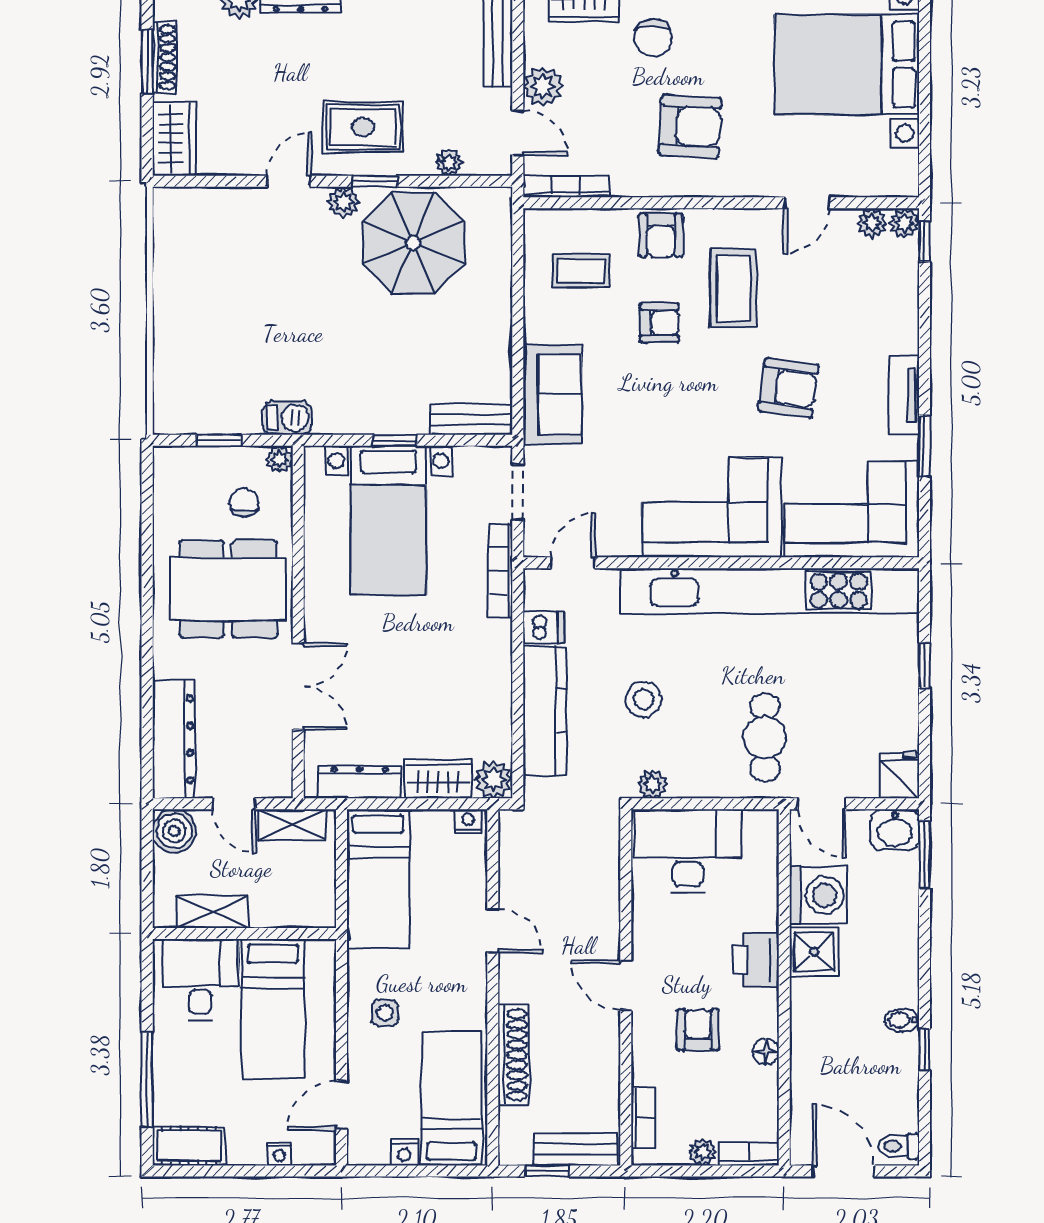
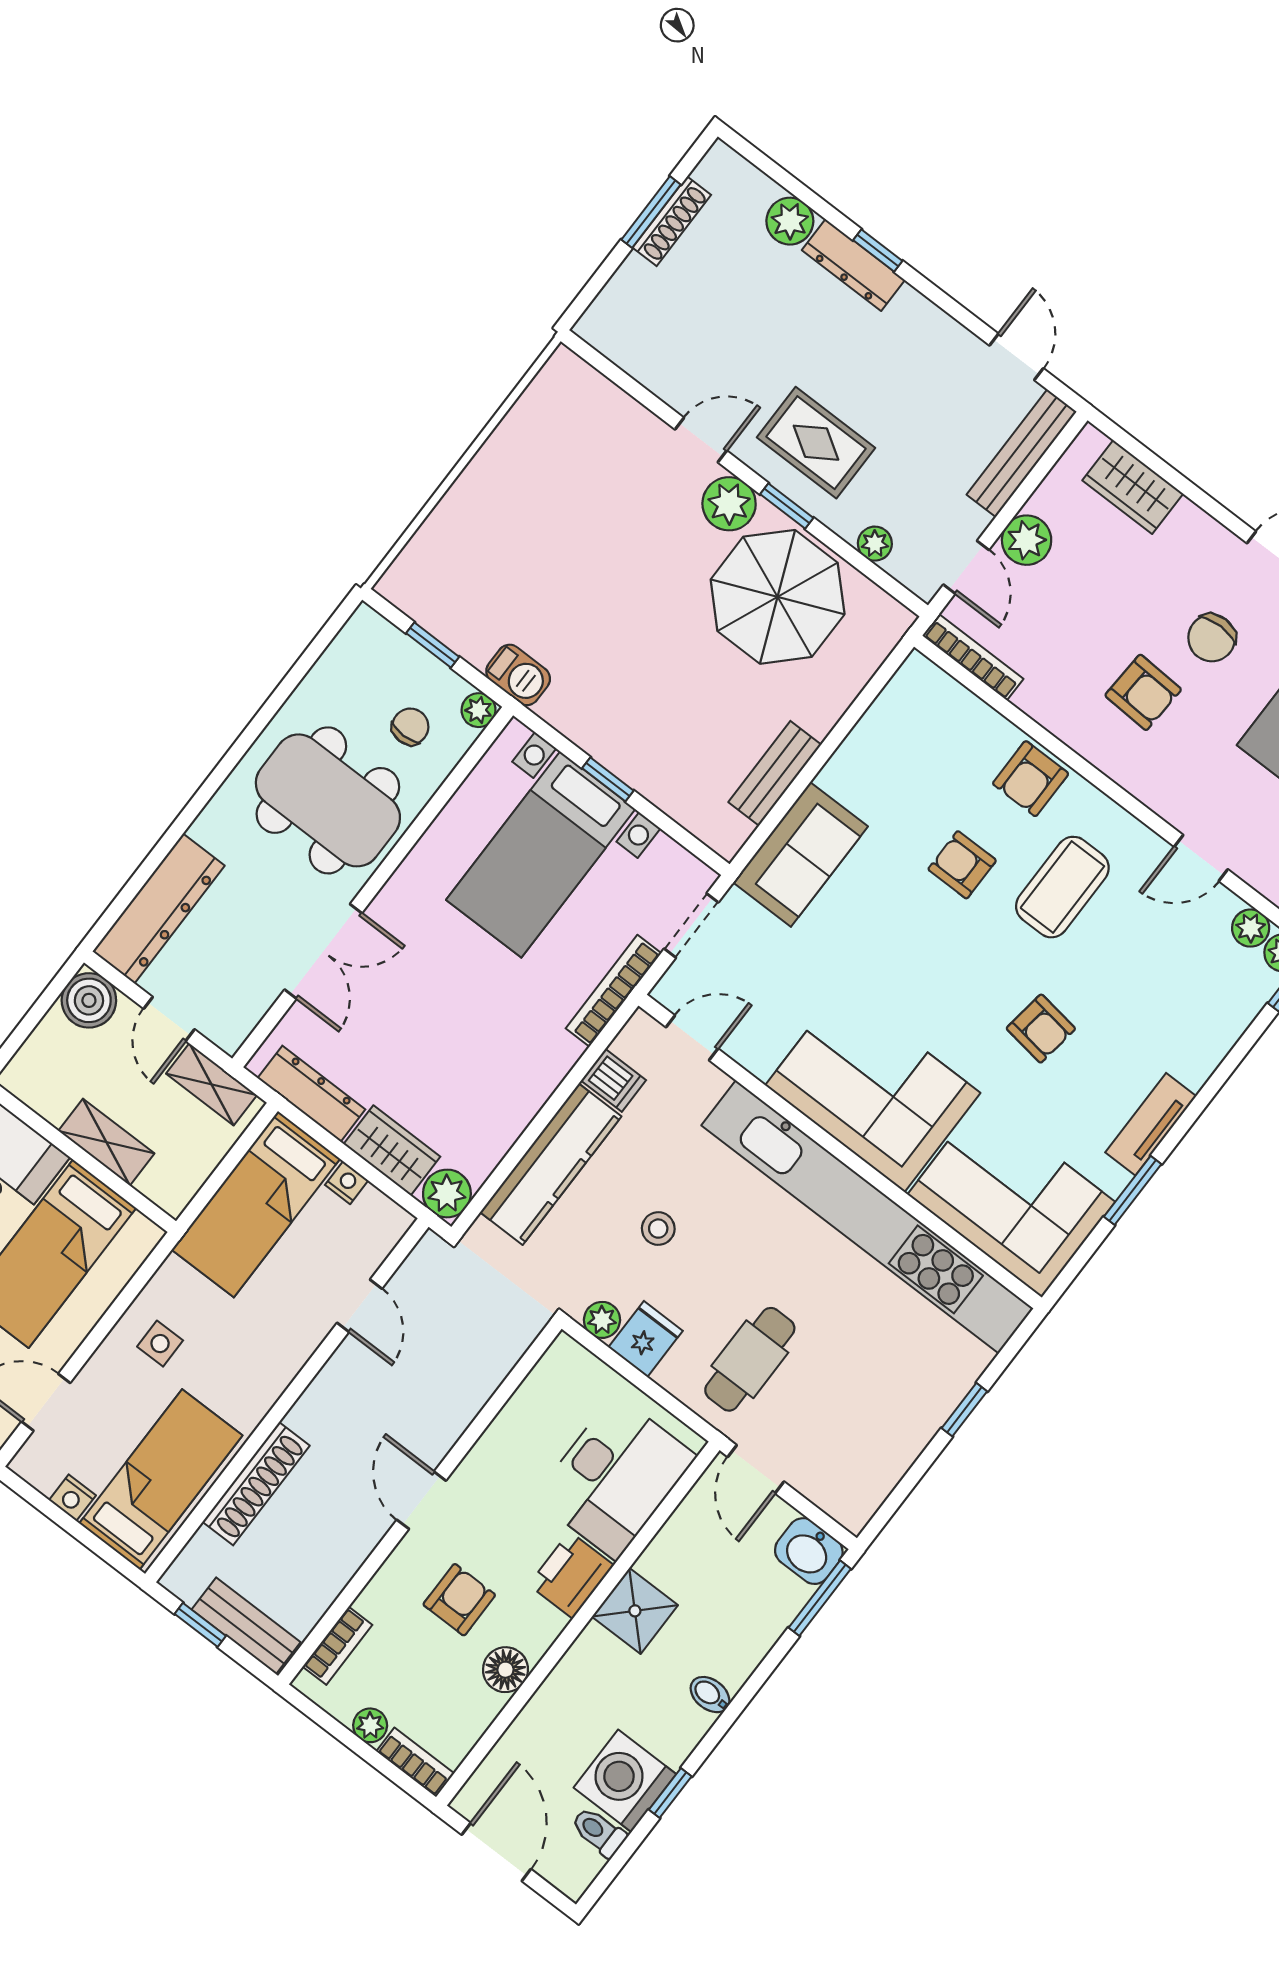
chair: (653, 38) -> (1212, 638), moved
armchair: (690, 126) -> (1143, 692), width x0.72, depth x0.72
wardrobe: (174, 139) -> (619, 310), removed
plant: (343, 202) -> (729, 504), width x1.38, depth x1.38
coffee table: (581, 271) -> (924, 753), removed
armchair: (659, 323) -> (962, 865), turned 180
armchair: (788, 388) -> (1041, 1029), width x0.72, depth x0.72
bench: (472, 419) -> (775, 773), moved, turned 90
stool: (644, 699) -> (658, 1229), width x0.73, depth x0.73
fridge: (900, 775) -> (646, 1339), moved
nightstand: (468, 821) -> (347, 1183), moved
desk: (688, 851) -> (615, 1477), moved, turned 90
washing machine: (819, 895) -> (625, 1781), moved, turned 180
shelving: (212, 912) -> (106, 1142), moved
door: (493, 931) -> (359, 1306), moved
bidet: (902, 1020) -> (710, 1695), moved
floor lamp: (766, 1051) -> (505, 1670), width x1.37, depth x1.37
toilet: (898, 1146) -> (599, 1832), moved

